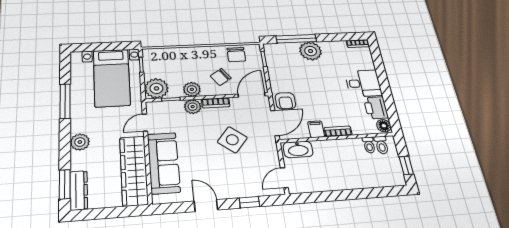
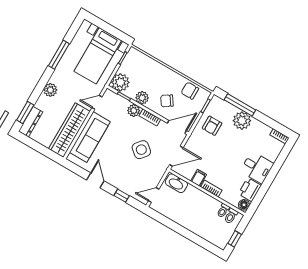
chair: (236, 55) -> (190, 91), turned 90
armchair: (285, 101) -> (212, 126), moved

